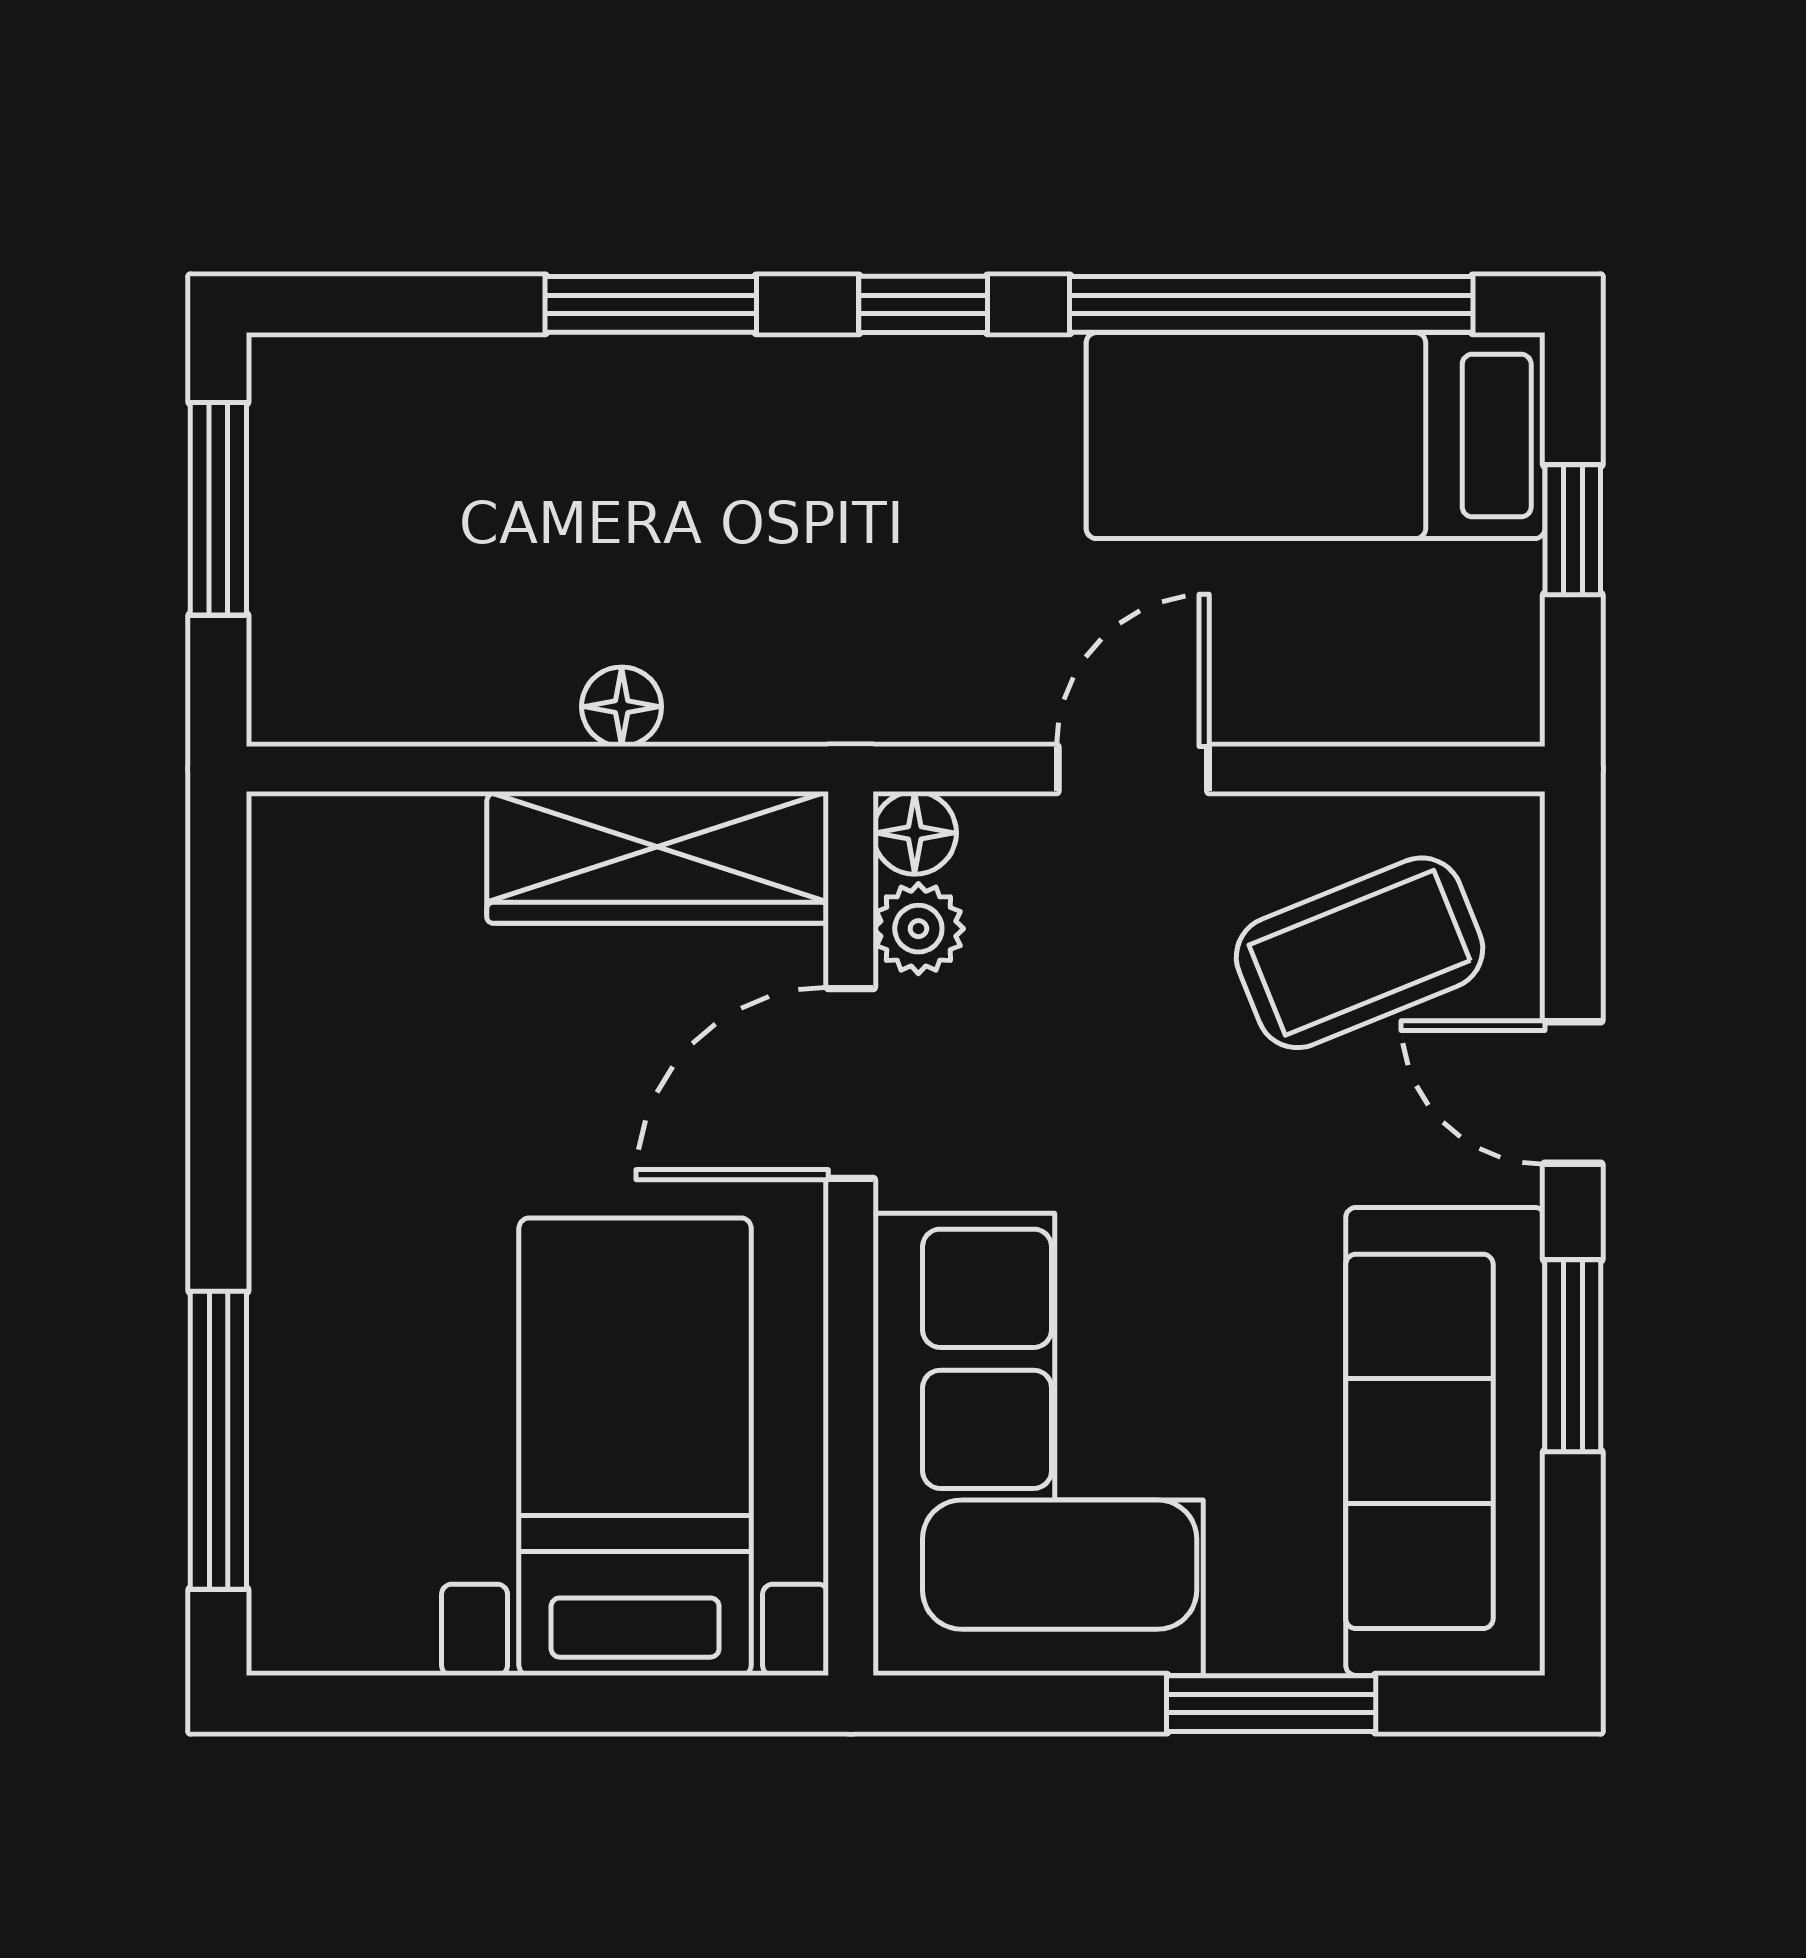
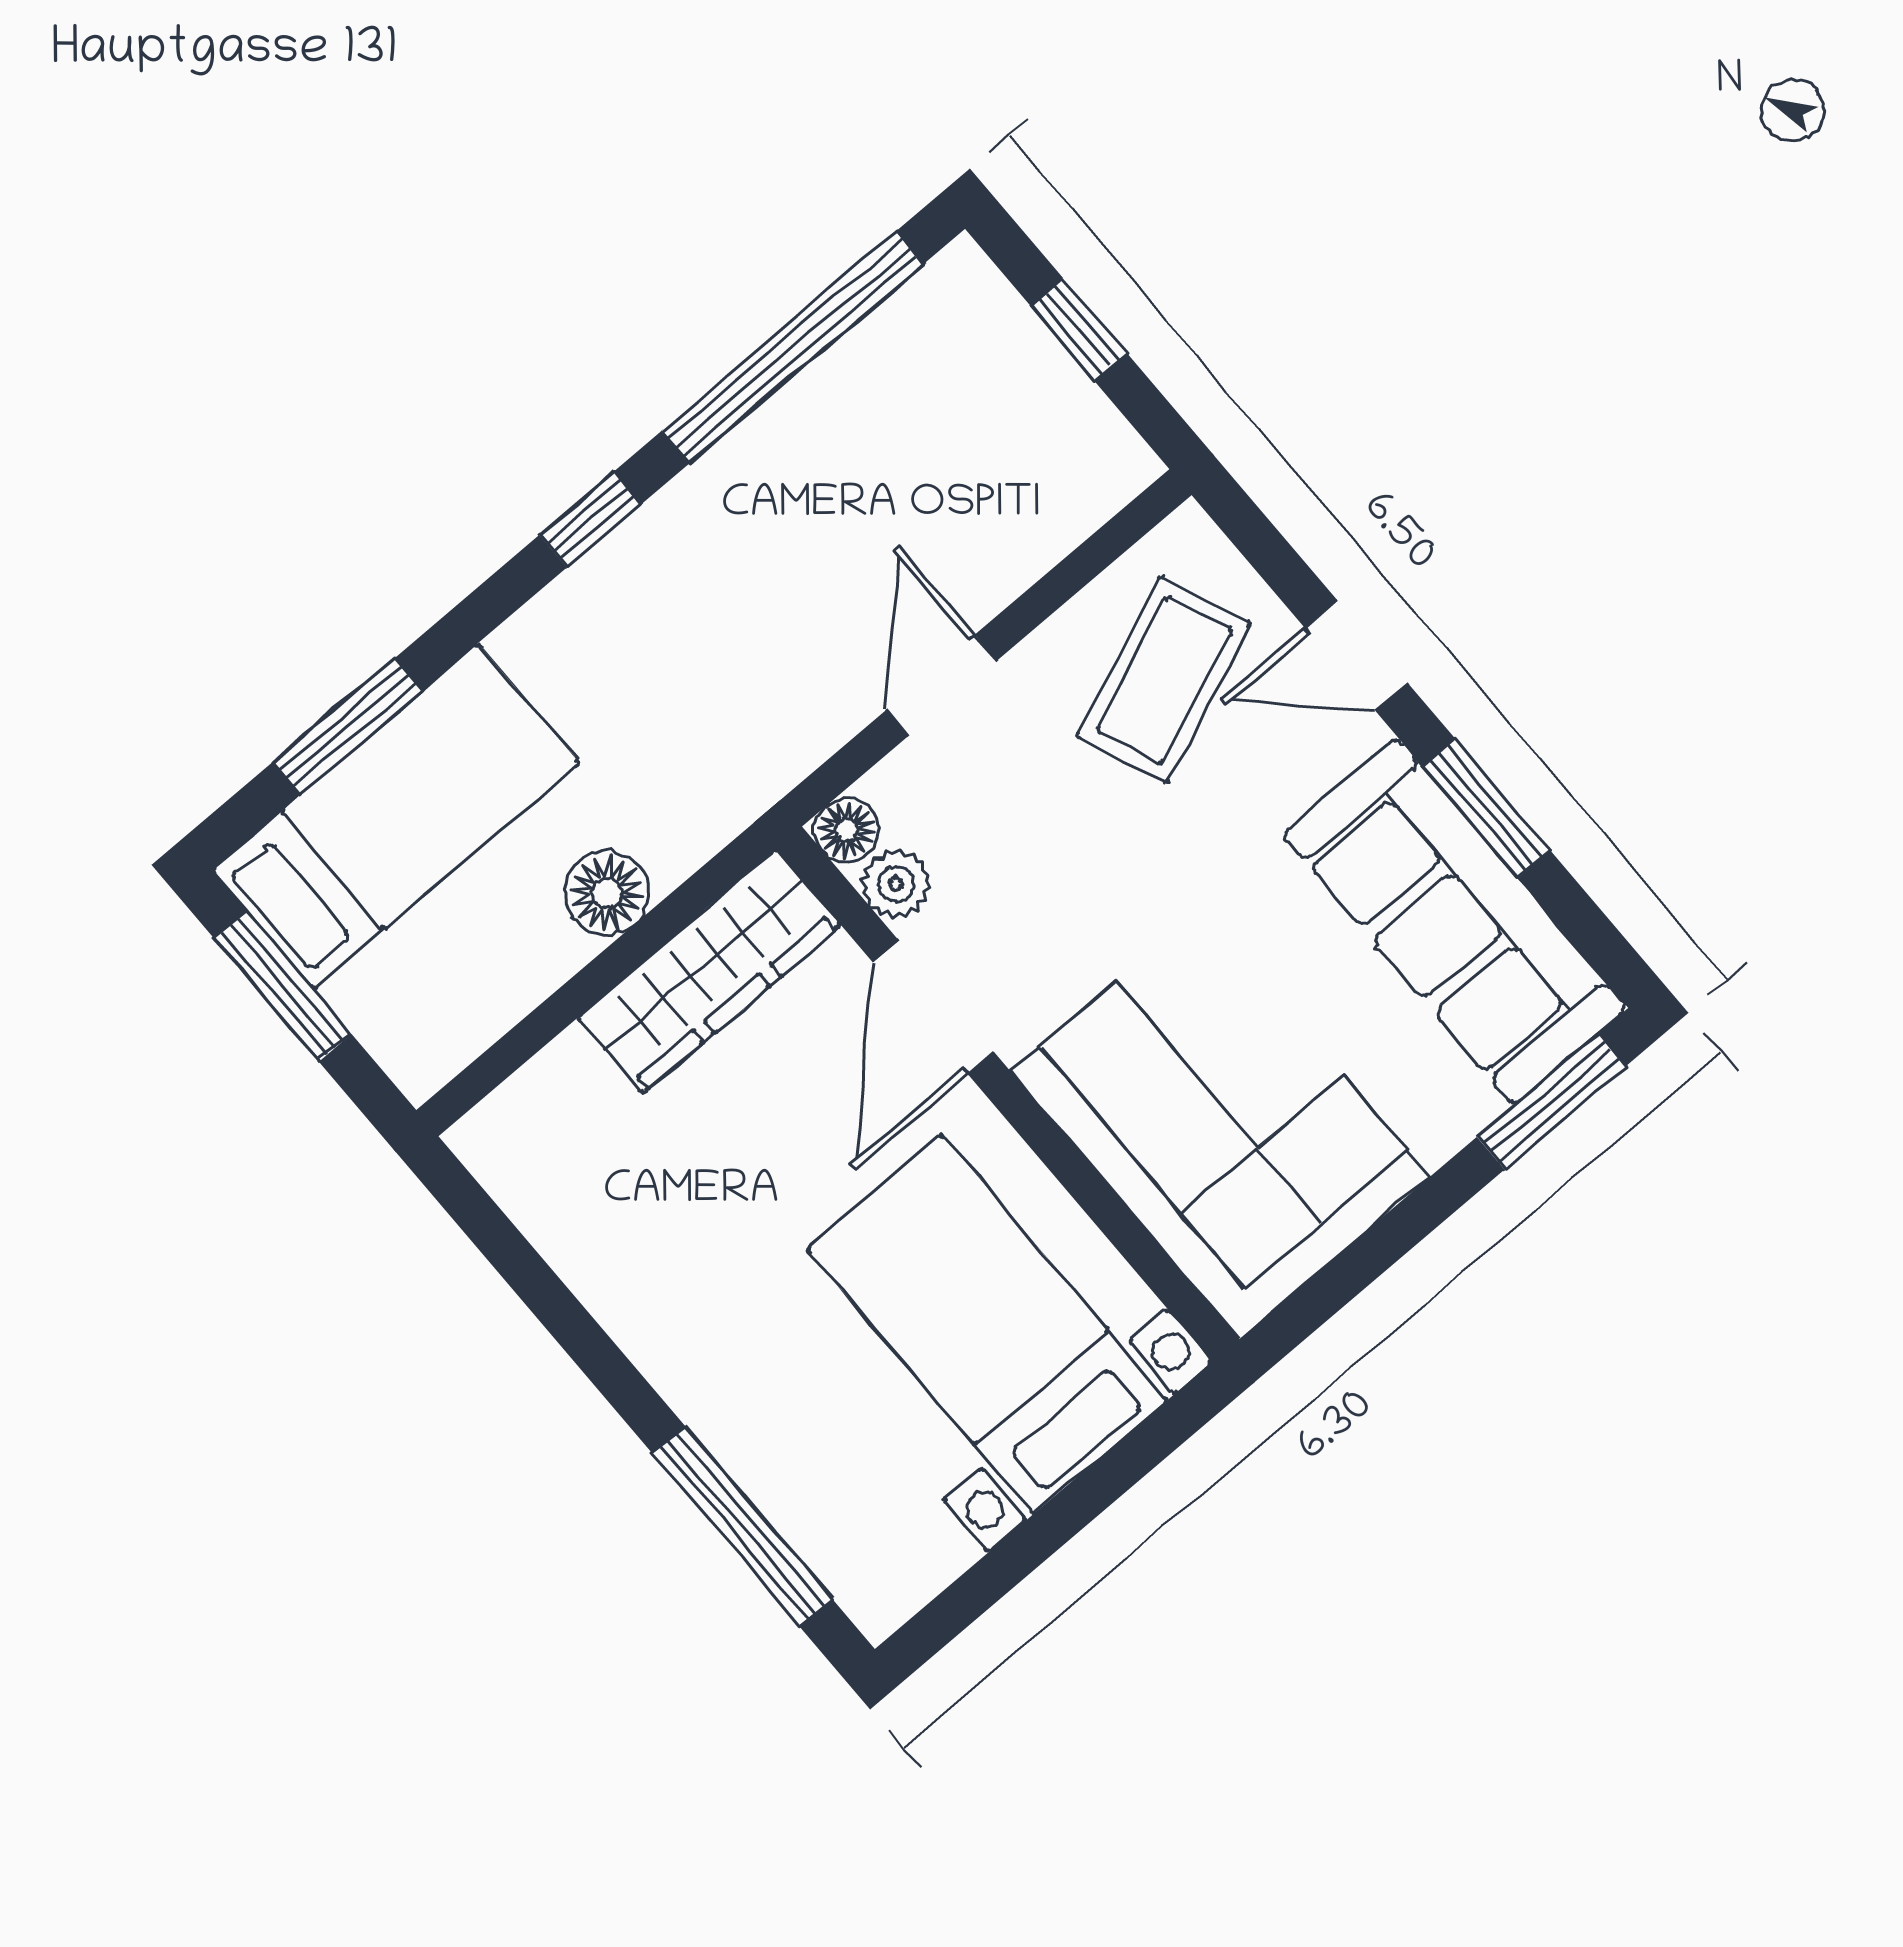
window: (651, 304) -> (348, 726), moved
bed: (1316, 436) -> (396, 816), moved, turned 180
floor lamp: (622, 707) -> (607, 893), width x1.37, depth x1.37
window: (1271, 1704) -> (1551, 1101), moved

